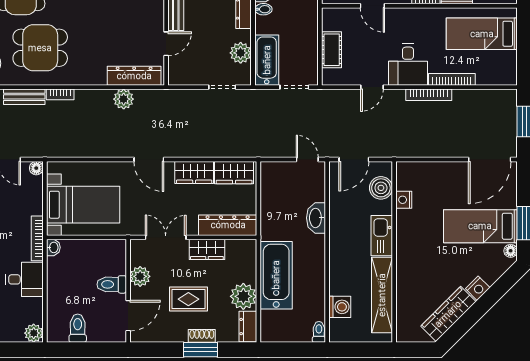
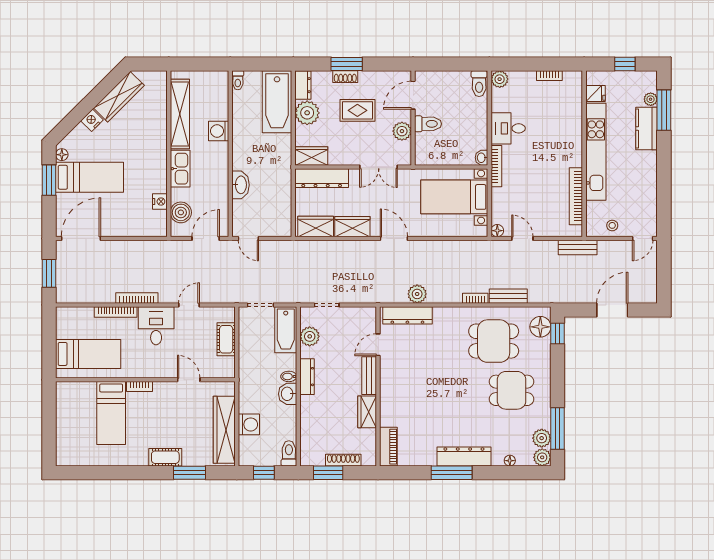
wardrobe: (207, 249) -> (311, 156), moved
bathtub: (276, 275) -> (277, 102), moved
washing machine: (340, 307) -> (219, 131), moved
toilet: (78, 328) -> (479, 84), moved

